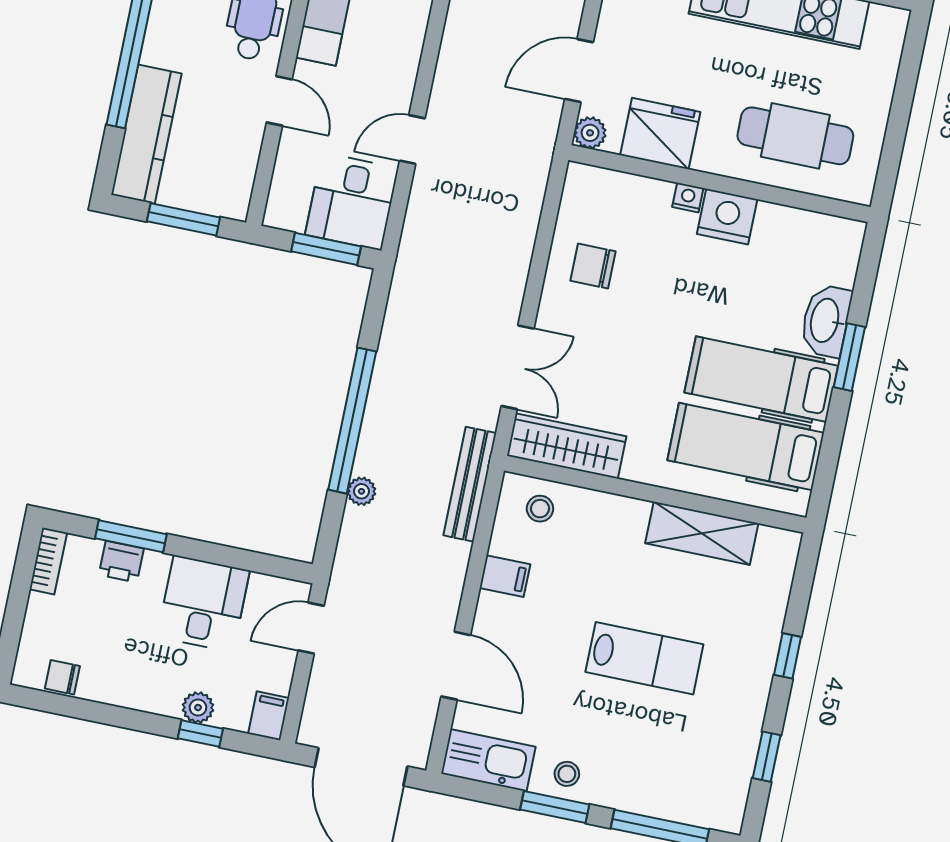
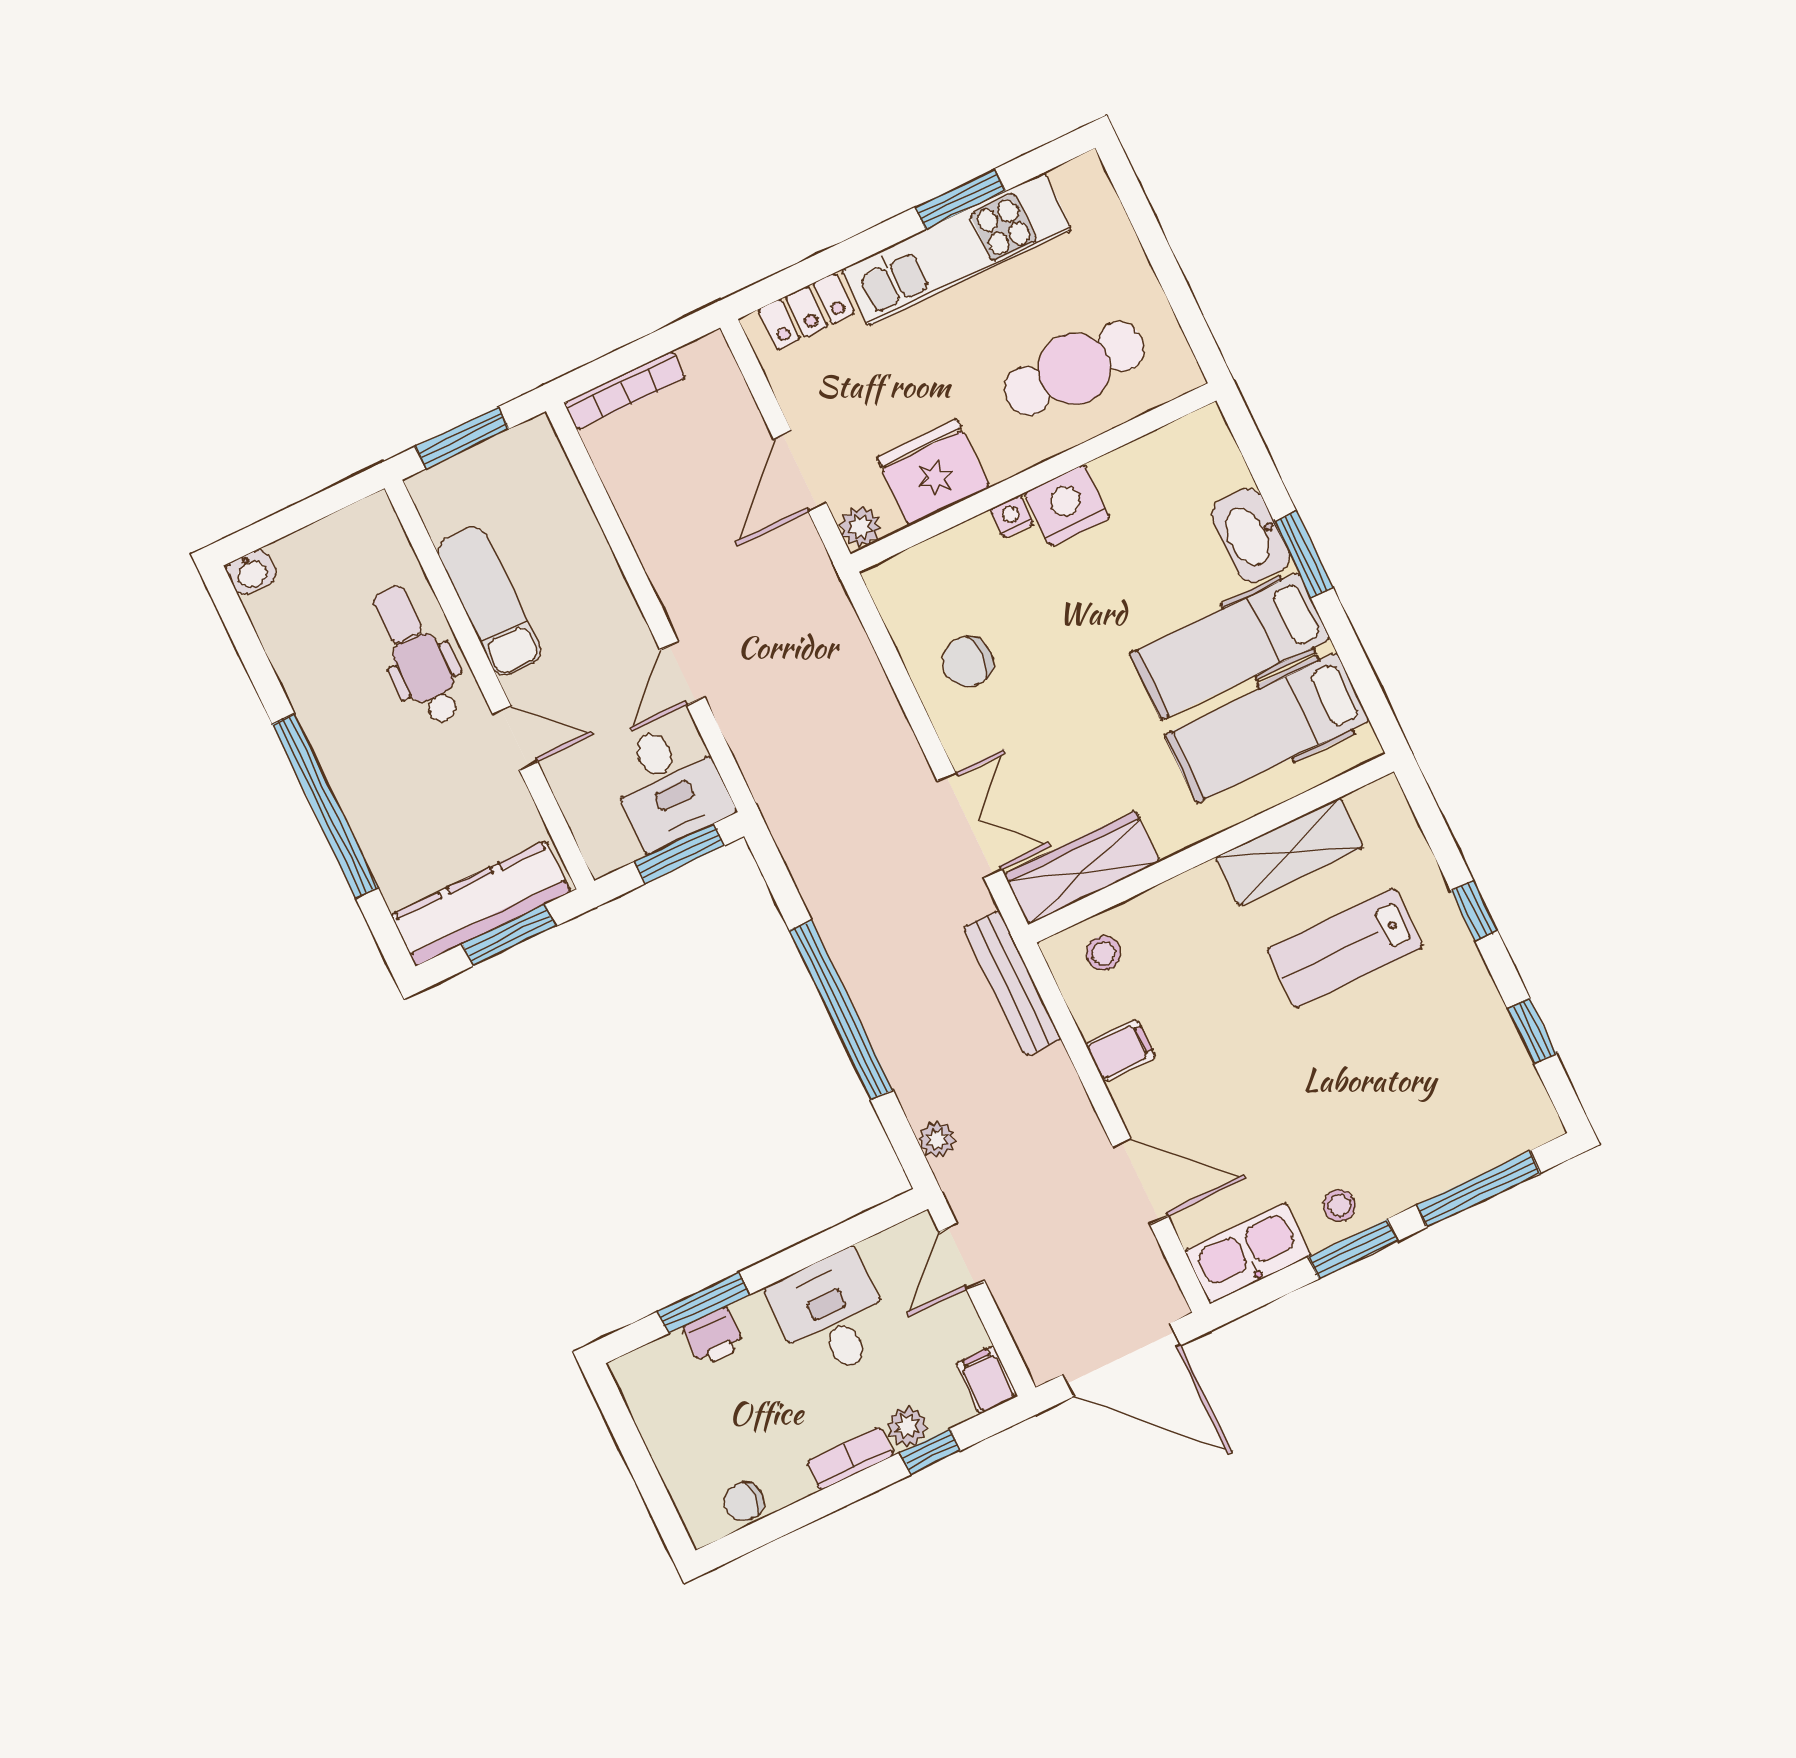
kitchen counter: (146, 134) -> (481, 903), moved, turned -90
plant: (361, 491) -> (937, 1140), moved
bookcase: (48, 561) -> (850, 1458), moved, turned -90
lab bench: (644, 658) -> (1345, 948), moved, turned 180

